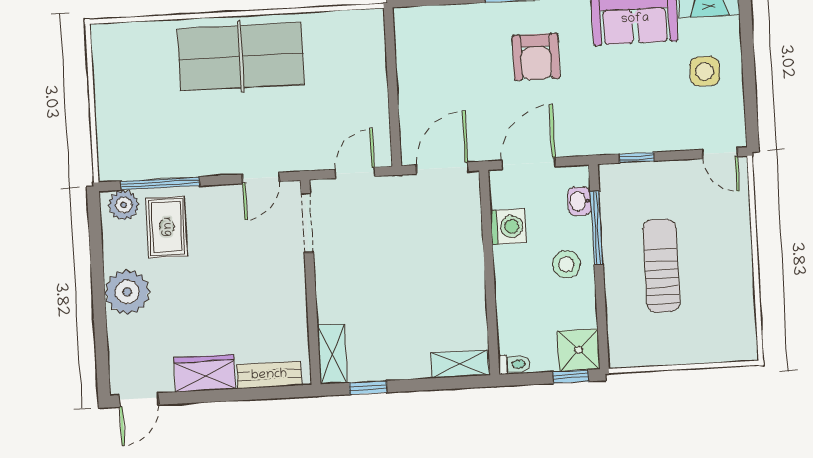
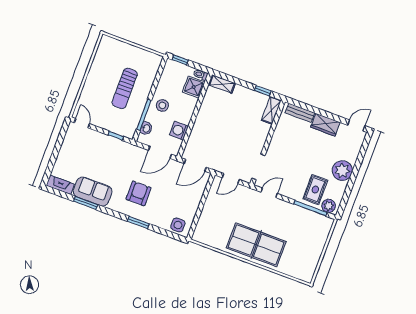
side table: (705, 71) -> (178, 225), moved
shower: (579, 350) -> (194, 87), moved

